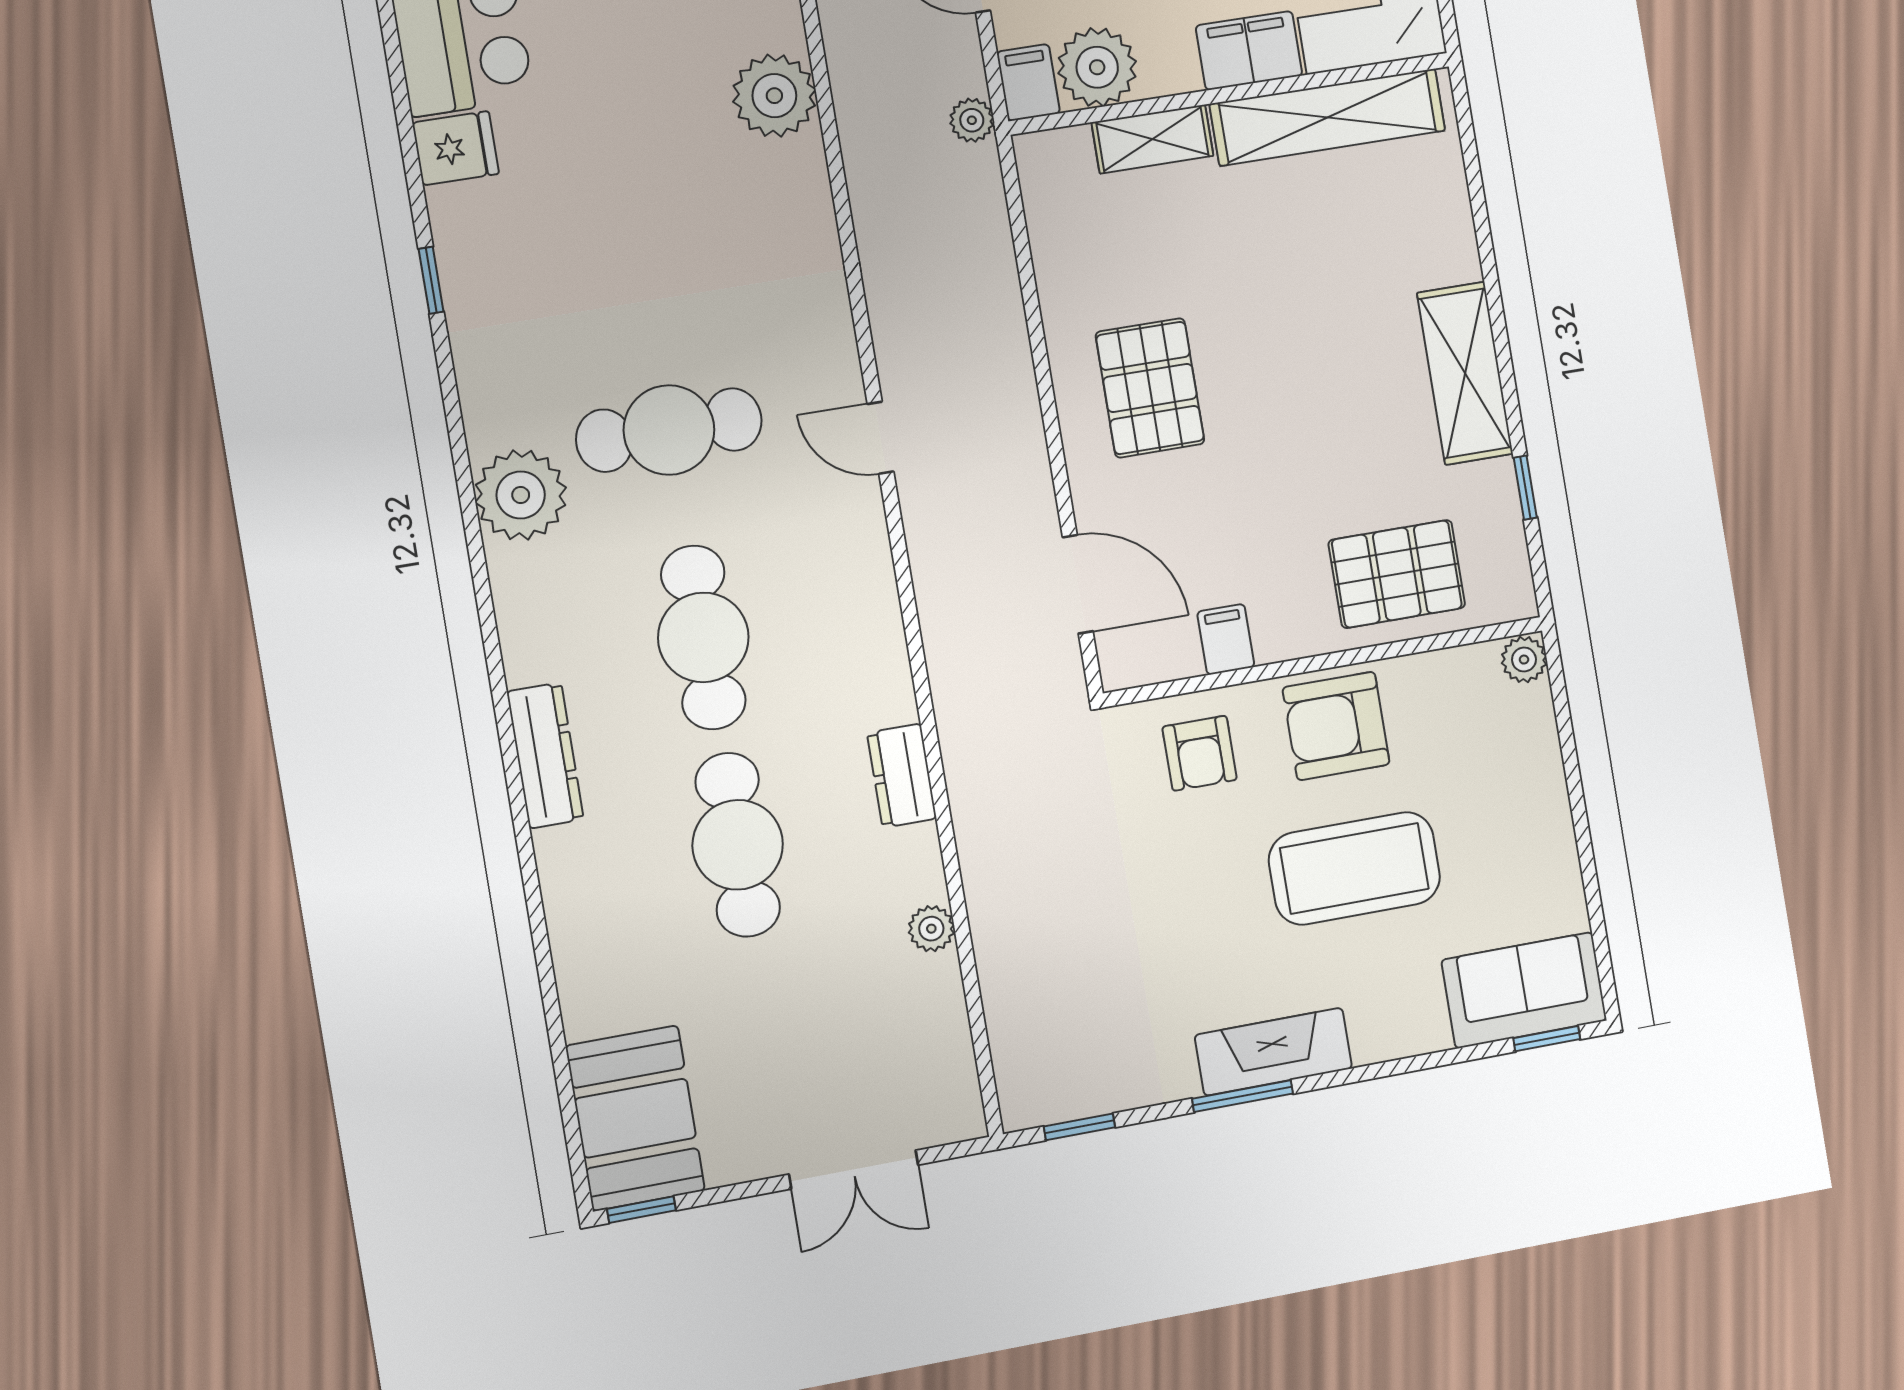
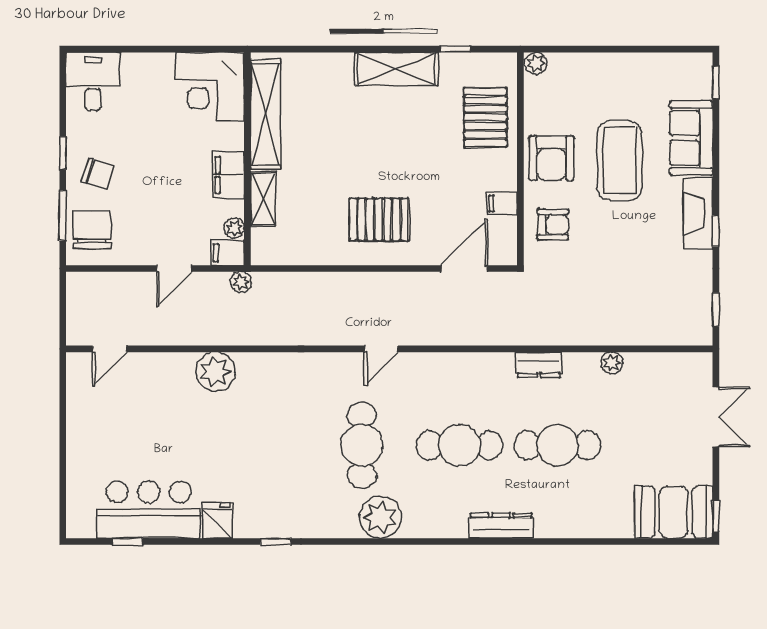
filing cabinet: (1249, 50) -> (229, 175), moved
plant: (1097, 67) -> (234, 228), width x0.53, depth x0.53
sofa: (1524, 990) -> (691, 138), moved
window: (1242, 1096) -> (716, 231), width x0.67

